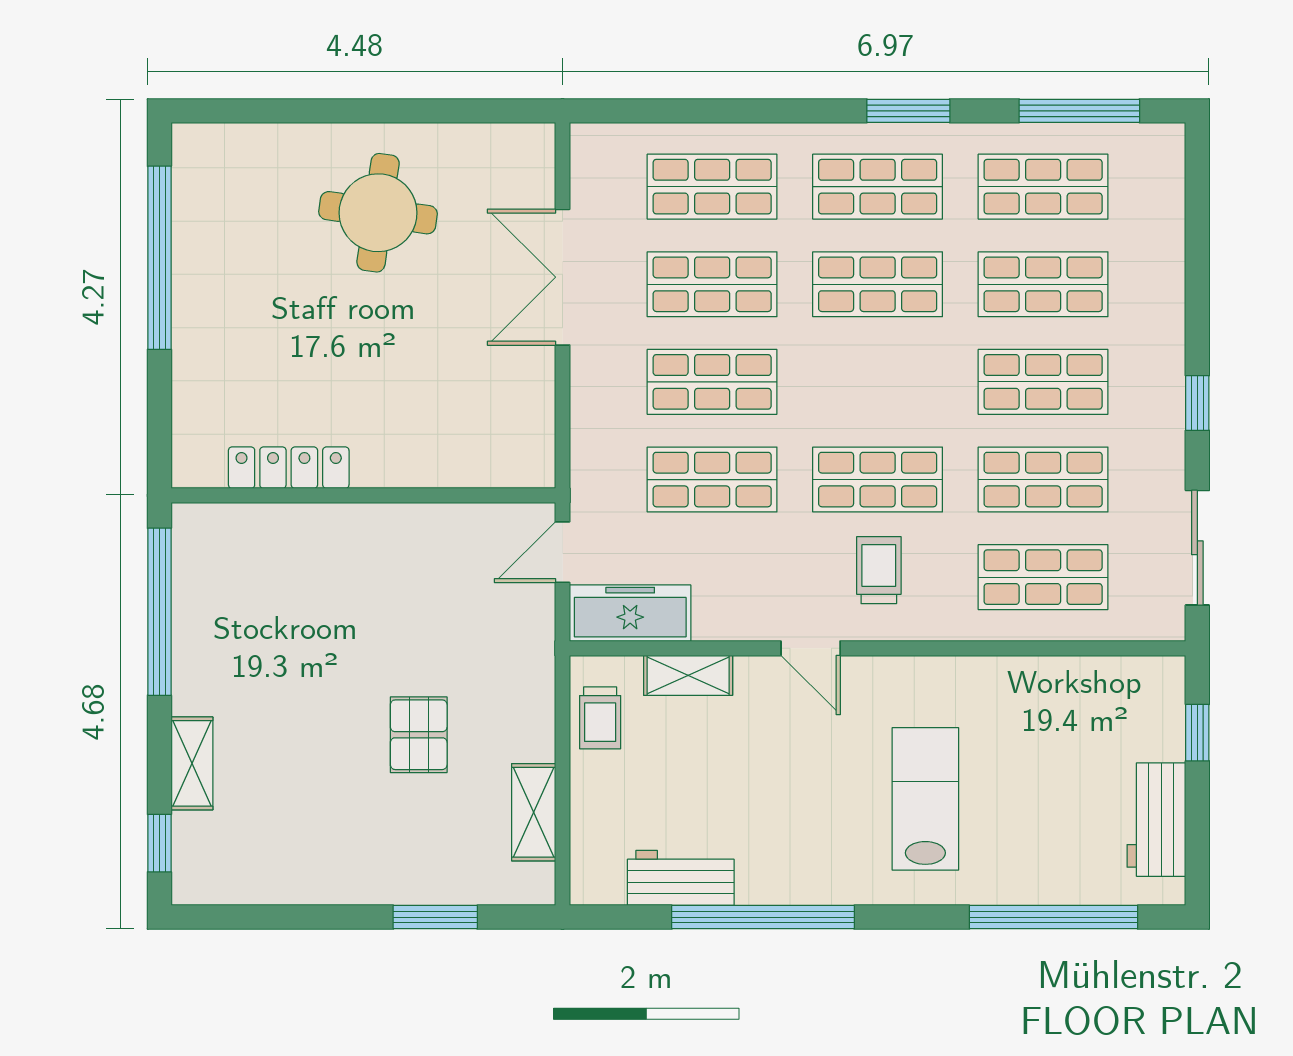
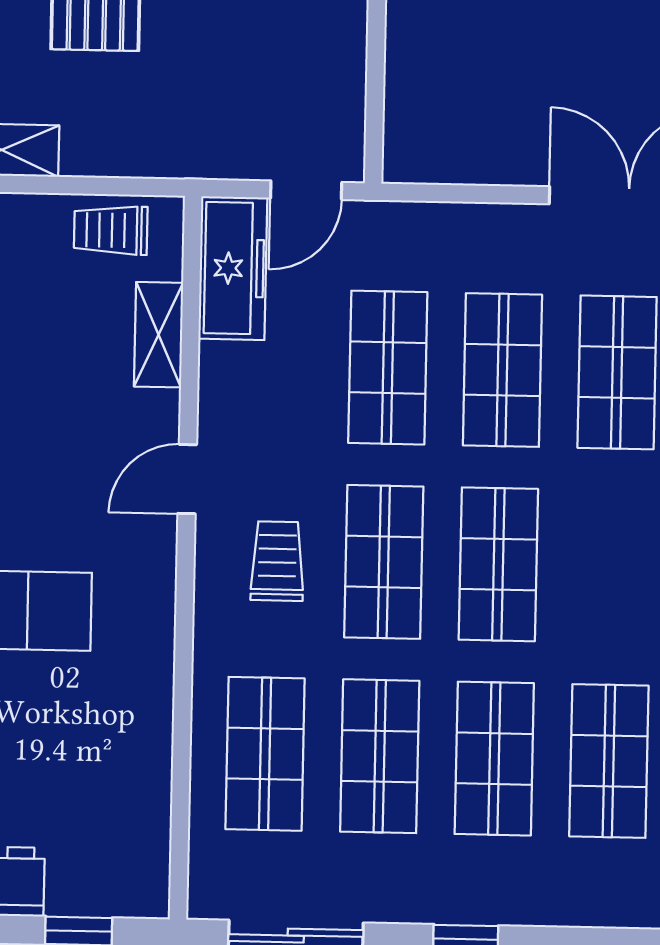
shop shelf: (878, 284) -> (498, 564), moved
door: (563, 552) -> (306, 190), swing flipped
trolley: (879, 570) -> (277, 561), turned -90

